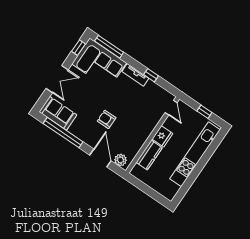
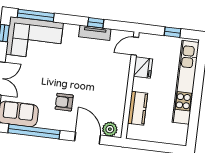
tv unit: (135, 75) -> (95, 33), moved
door: (171, 108) -> (135, 46), swing flipped
armchair: (107, 119) -> (64, 102), moved
fridge: (162, 136) -> (143, 68), moved

